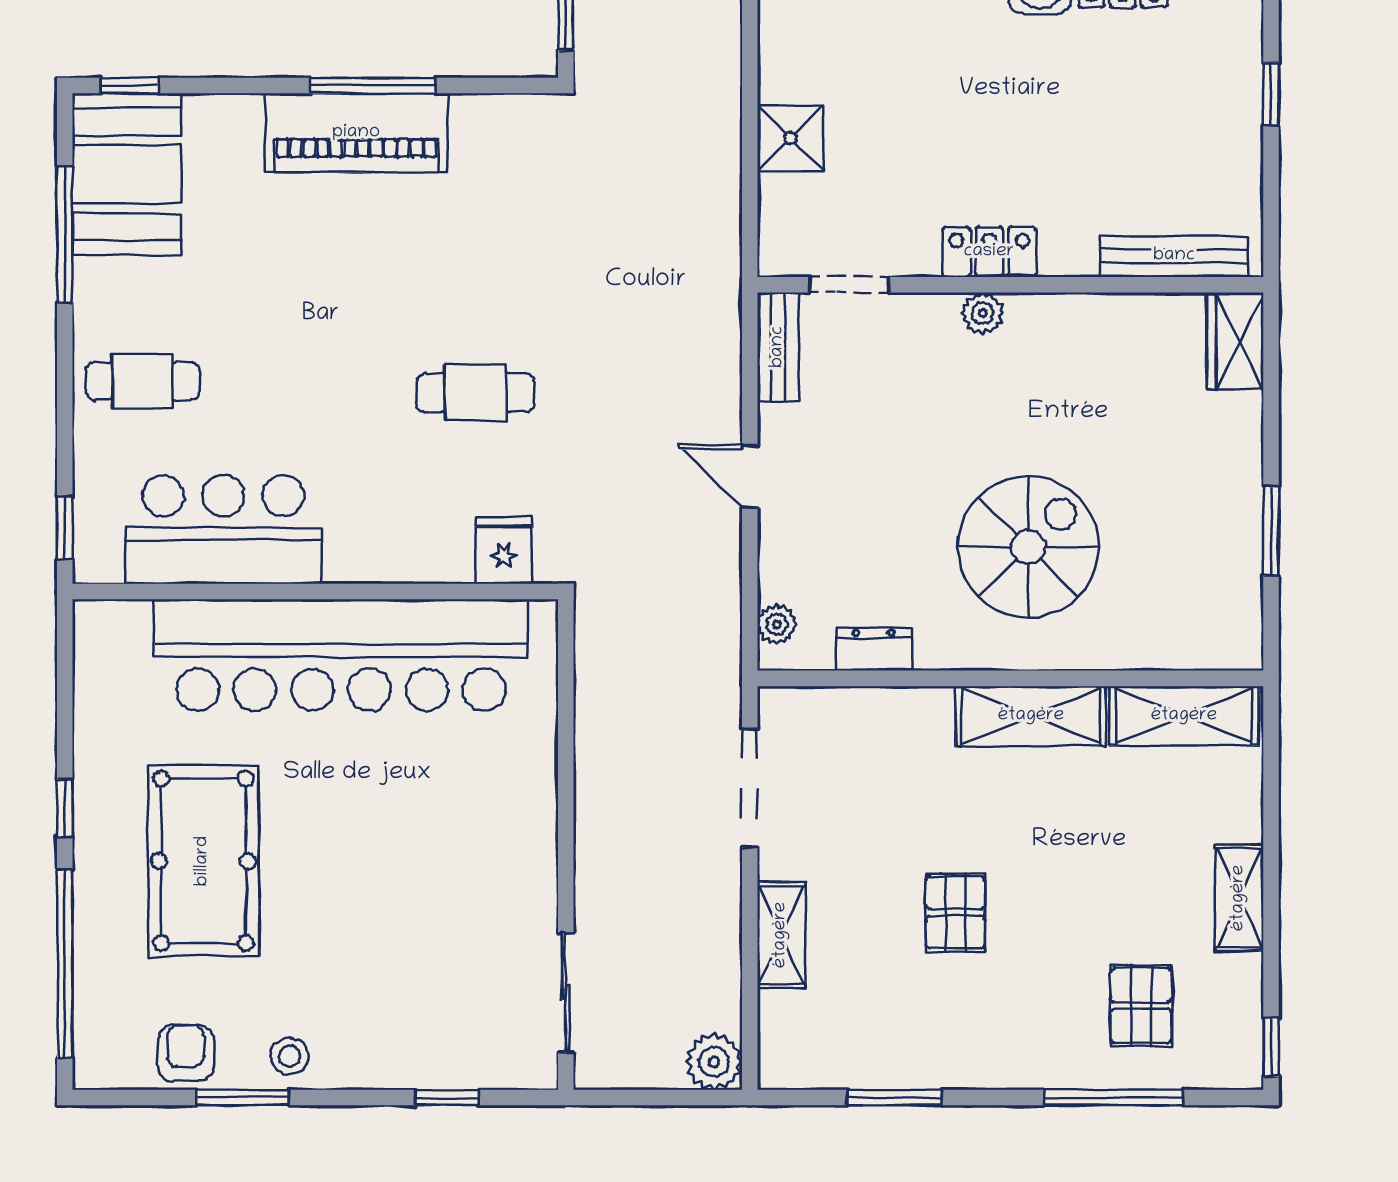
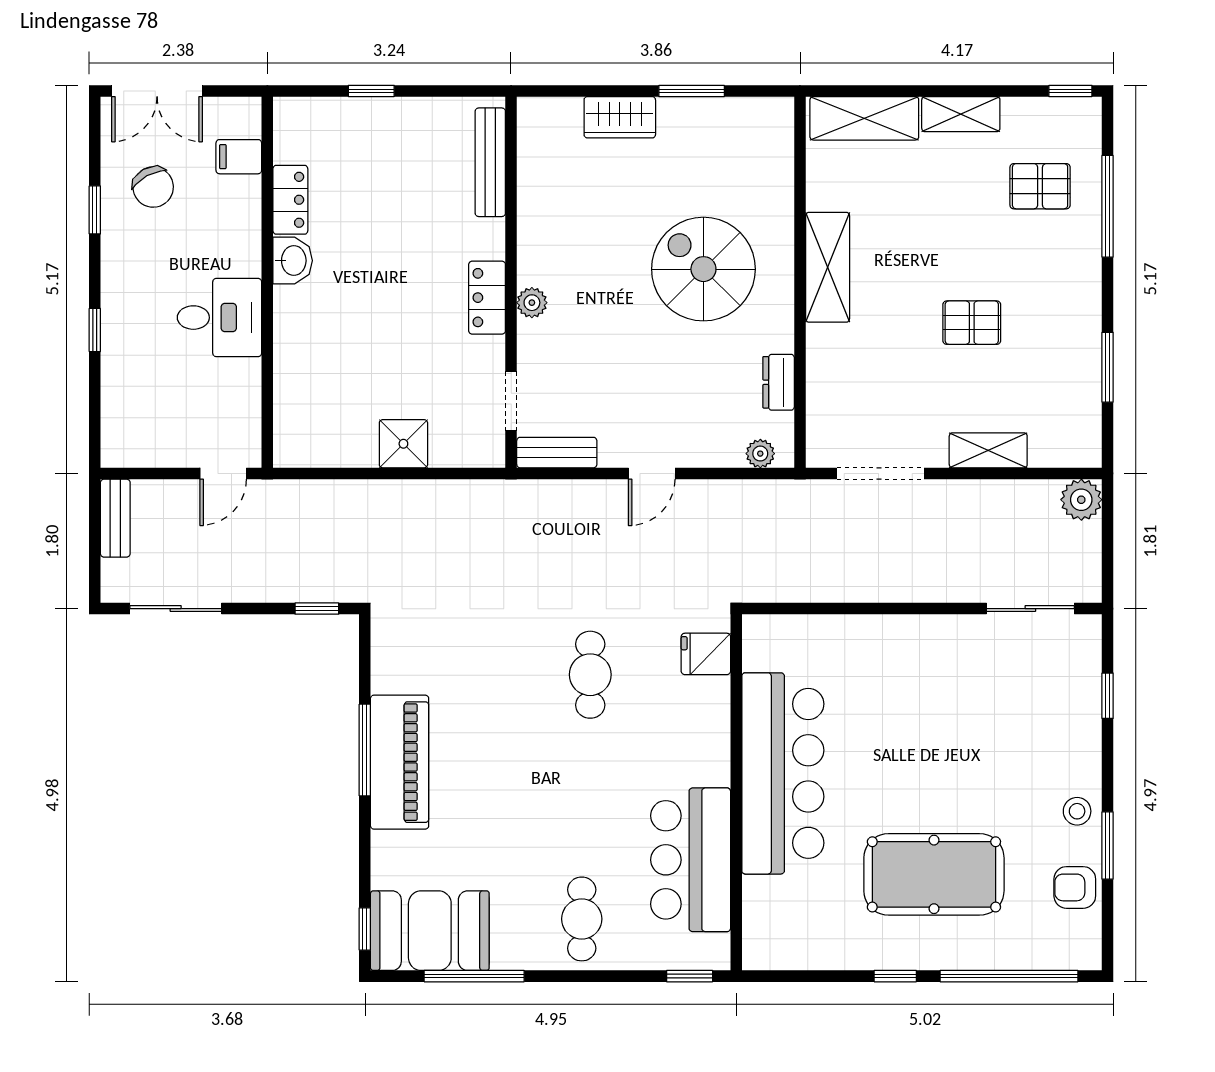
wardrobe: (1235, 341) -> (620, 117), moved
bar counter: (341, 655) -> (783, 773), width x0.73
shelving: (1184, 716) -> (864, 118), moved, turned 90

